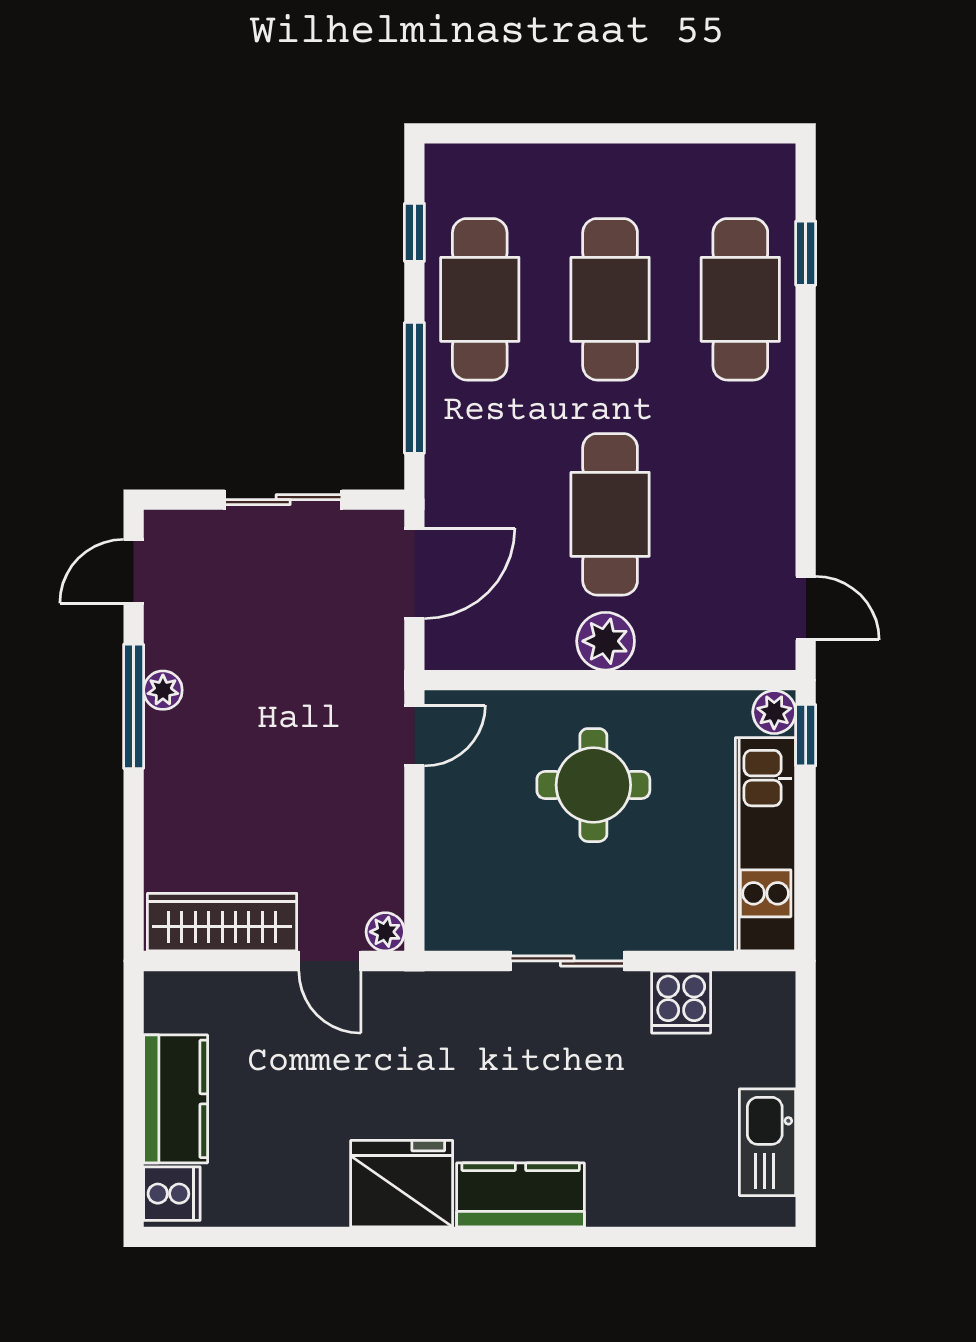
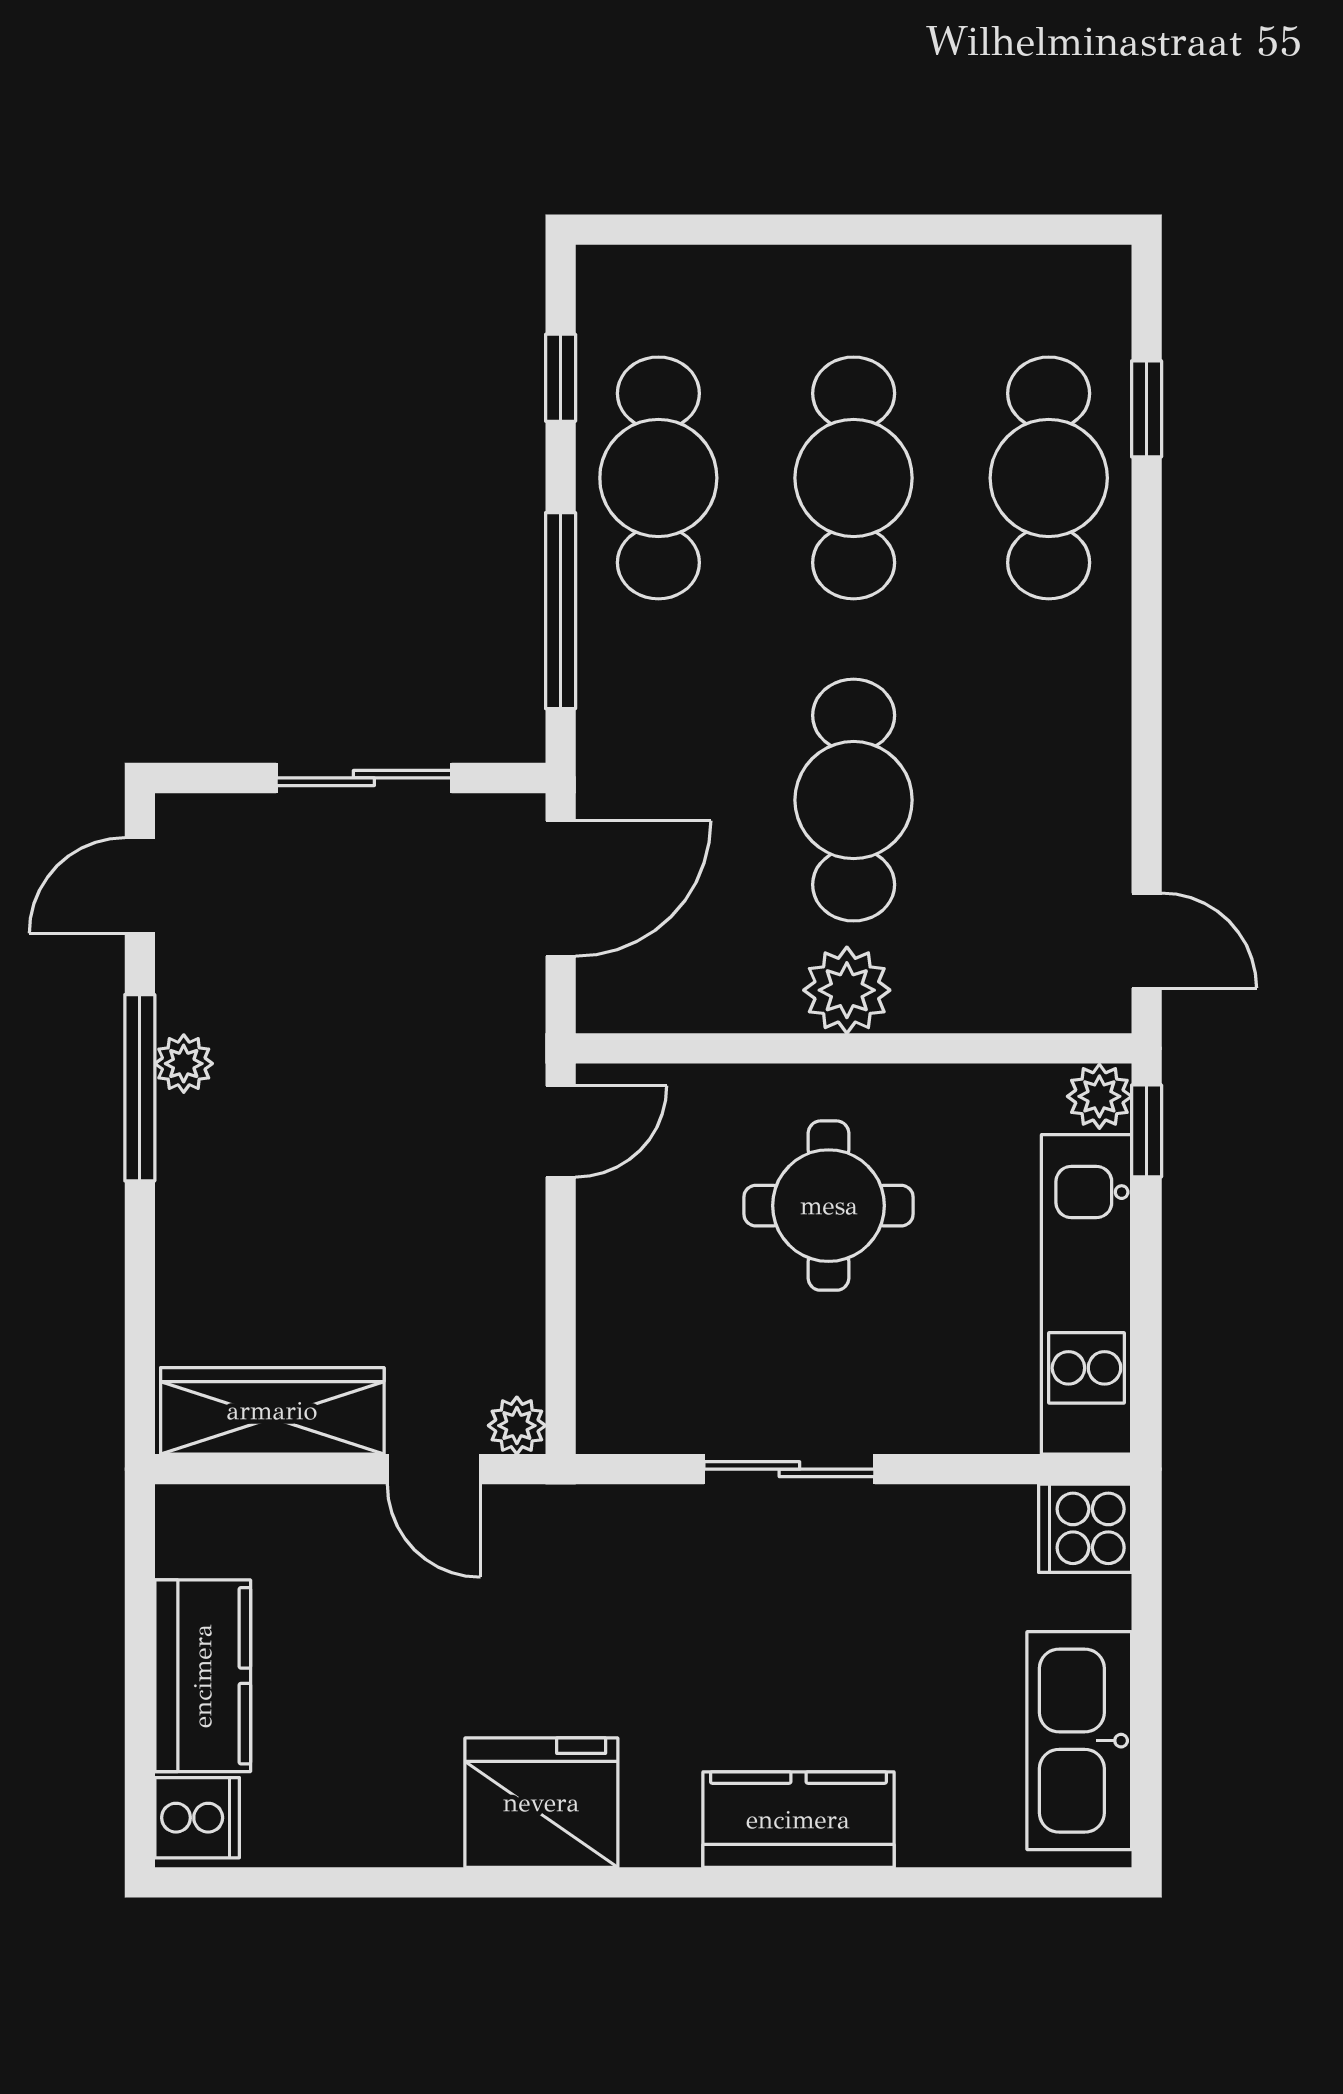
cooker: (681, 1002) -> (1085, 1528), moved, turned 90
kitchen sink: (768, 1142) -> (1079, 1741), width x1.36, depth x1.24
kitchen counter: (521, 1195) -> (798, 1820), moved

